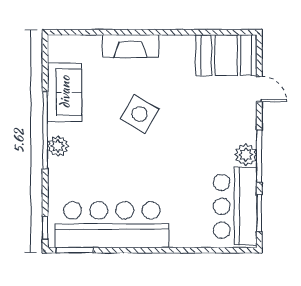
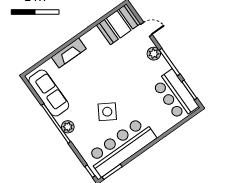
sofa: (65, 92) -> (49, 93), width x1.36
side table: (140, 114) -> (107, 112), moved
plant: (246, 155) -> (154, 54), moved

